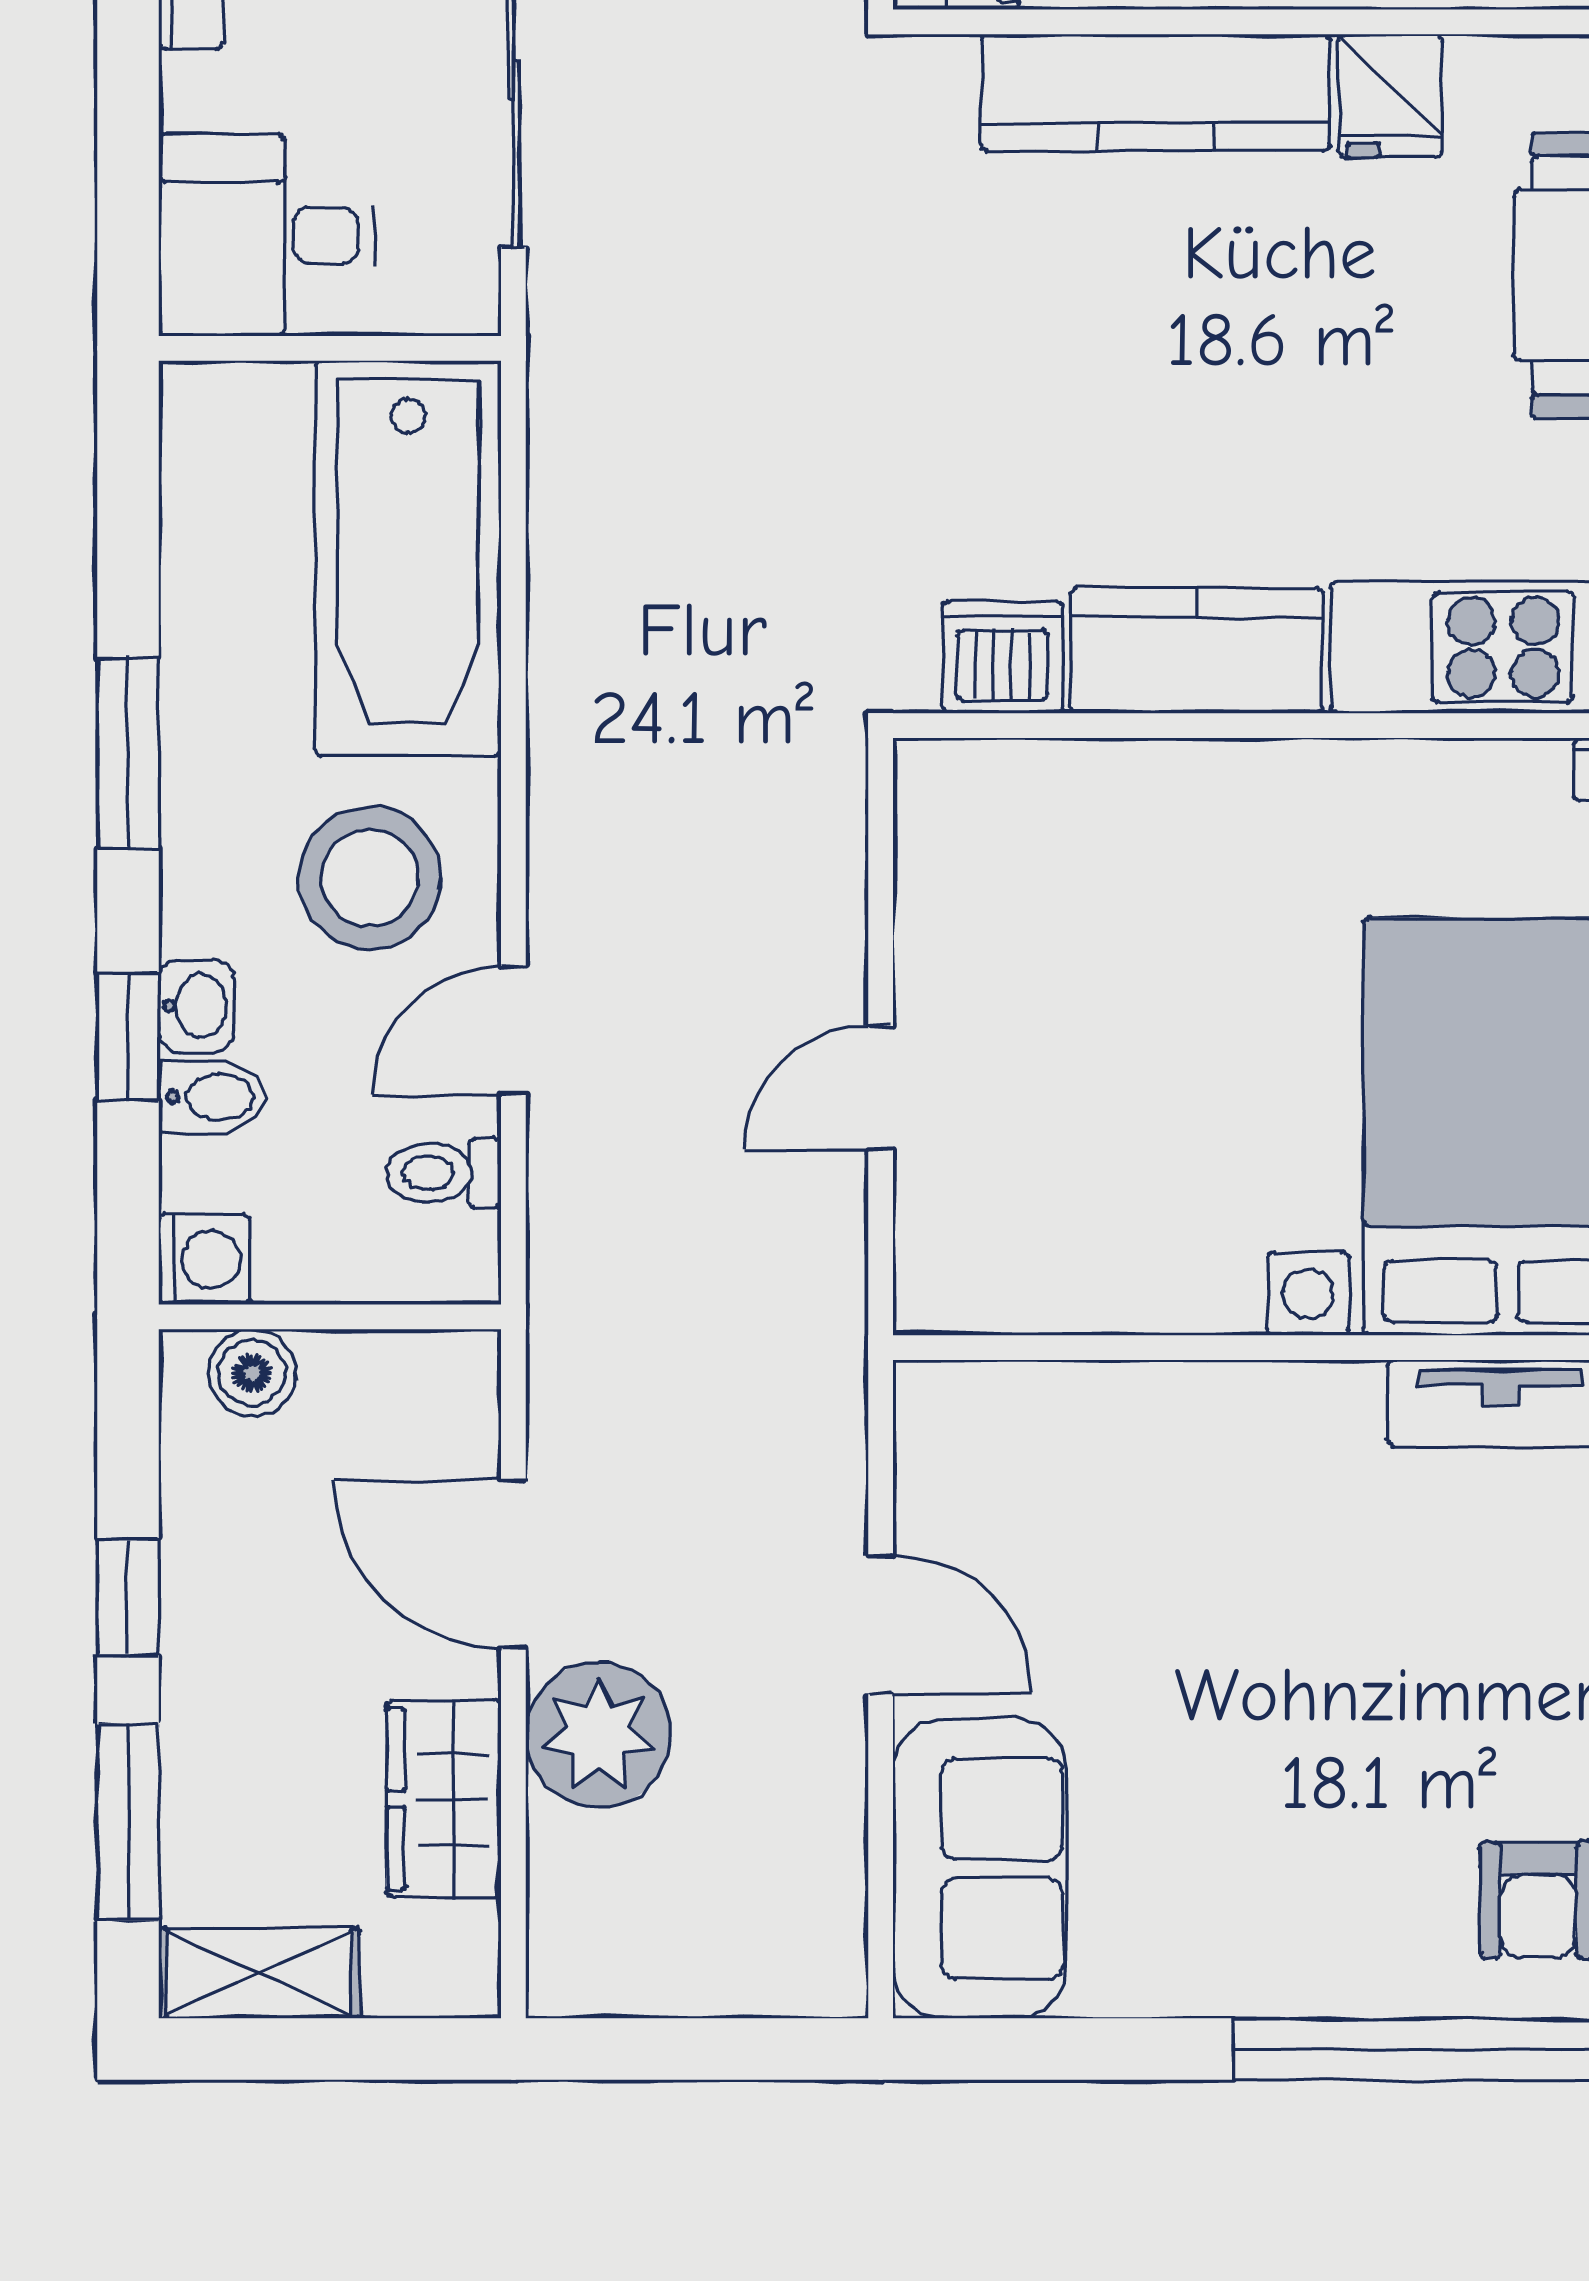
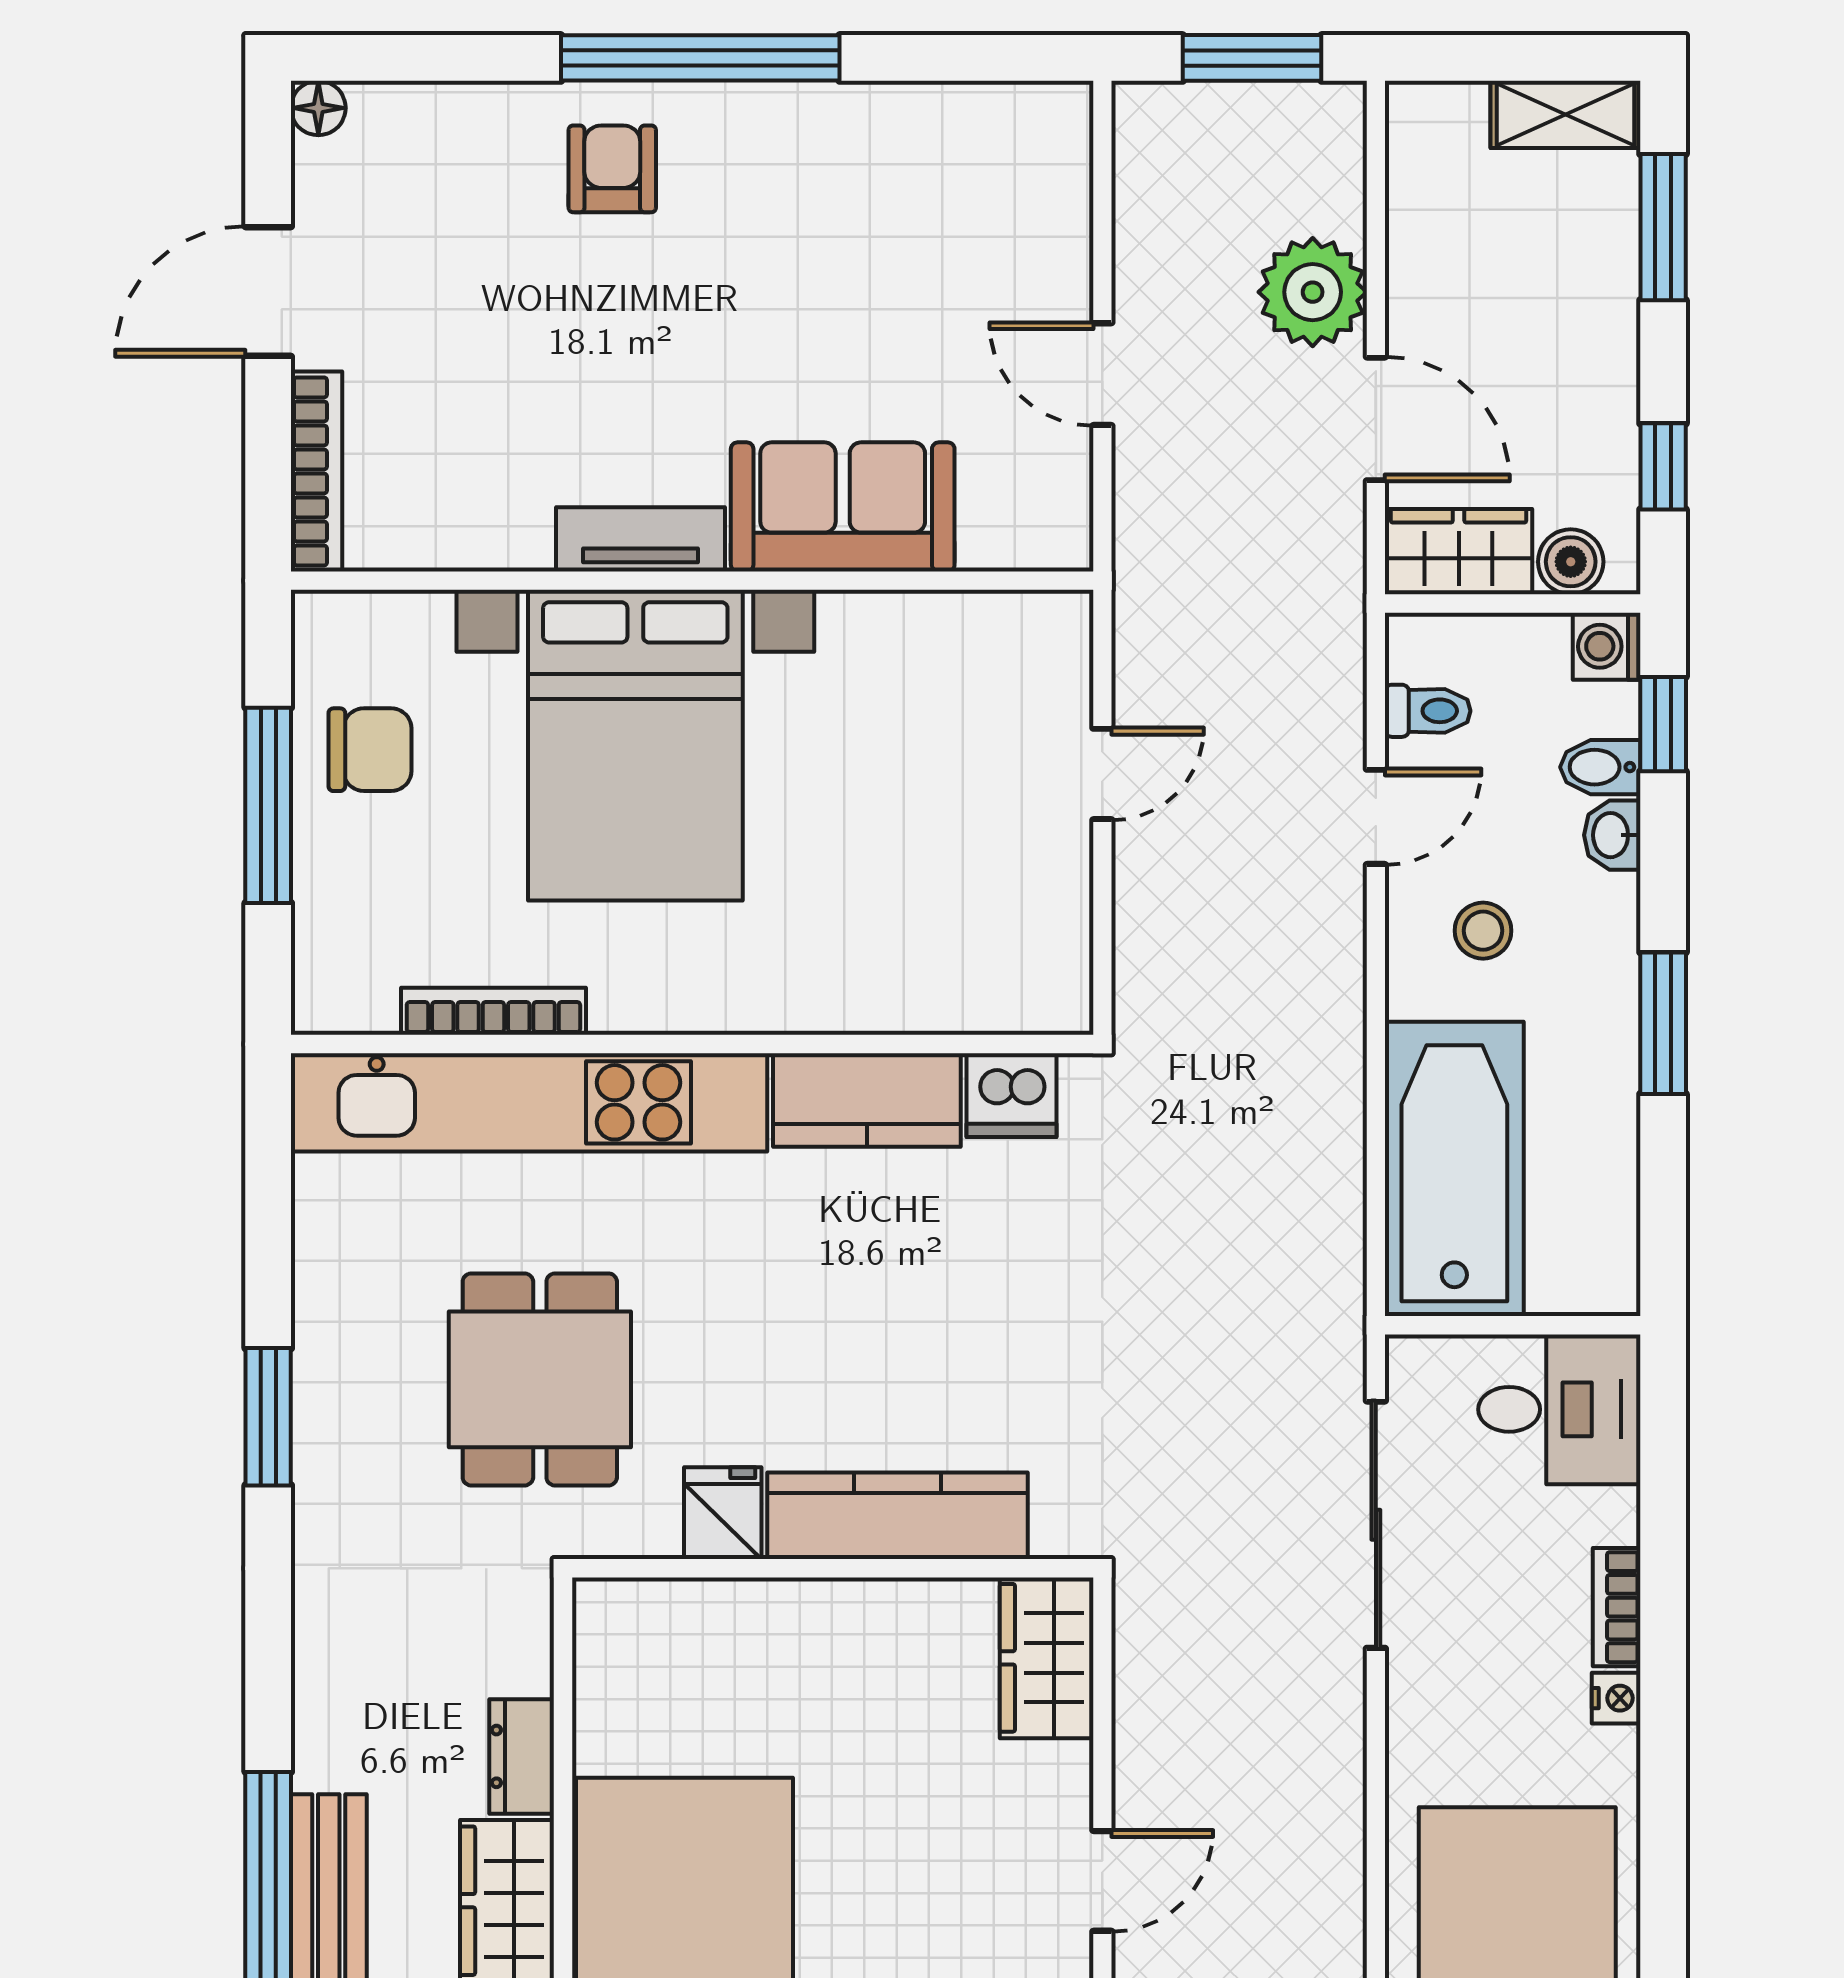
stool: (370, 878) -> (1483, 931), width x0.53, depth x0.53
window: (128, 1037) -> (1663, 724), moved
window: (128, 1597) -> (1663, 466), moved
wardrobe: (444, 1799) -> (1459, 552), moved, turned -90
sofa: (980, 1868) -> (843, 507), moved, turned 90
window: (680, 2049) -> (1252, 58), added

